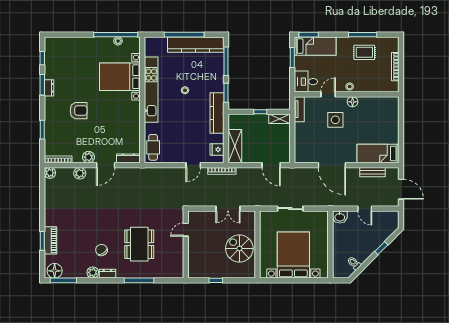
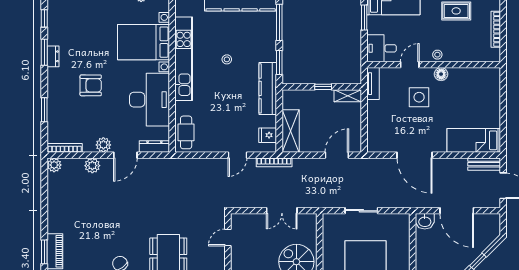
desk: (124, 122) -> (149, 100), added
door: (271, 165) -> (337, 155), swing flipped
bench: (372, 172) -> (484, 164), moved
door: (365, 209) -> (457, 211), width x1.87

